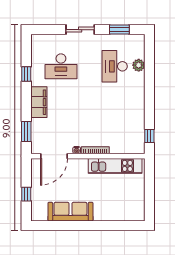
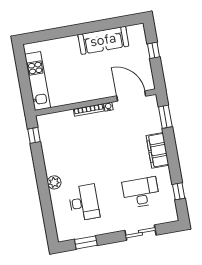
sliding door: (80, 30) -> (140, 233), moved
plant: (139, 65) -> (54, 182), moved
window: (26, 74) -> (179, 191), moved
door: (54, 156) -> (131, 96), hinge flipped
kitchen unit: (115, 166) -> (37, 81), moved, turned 90

